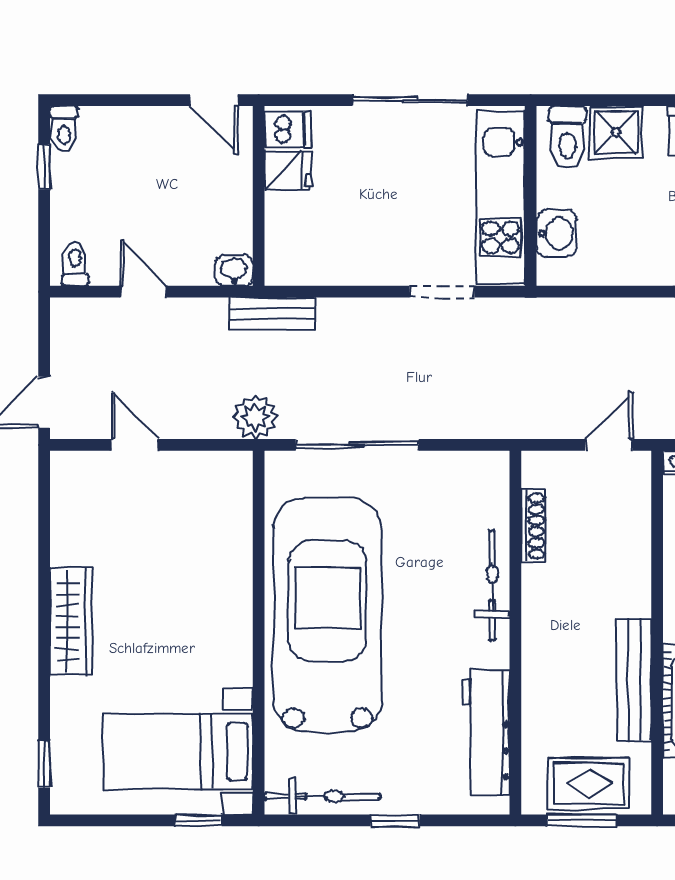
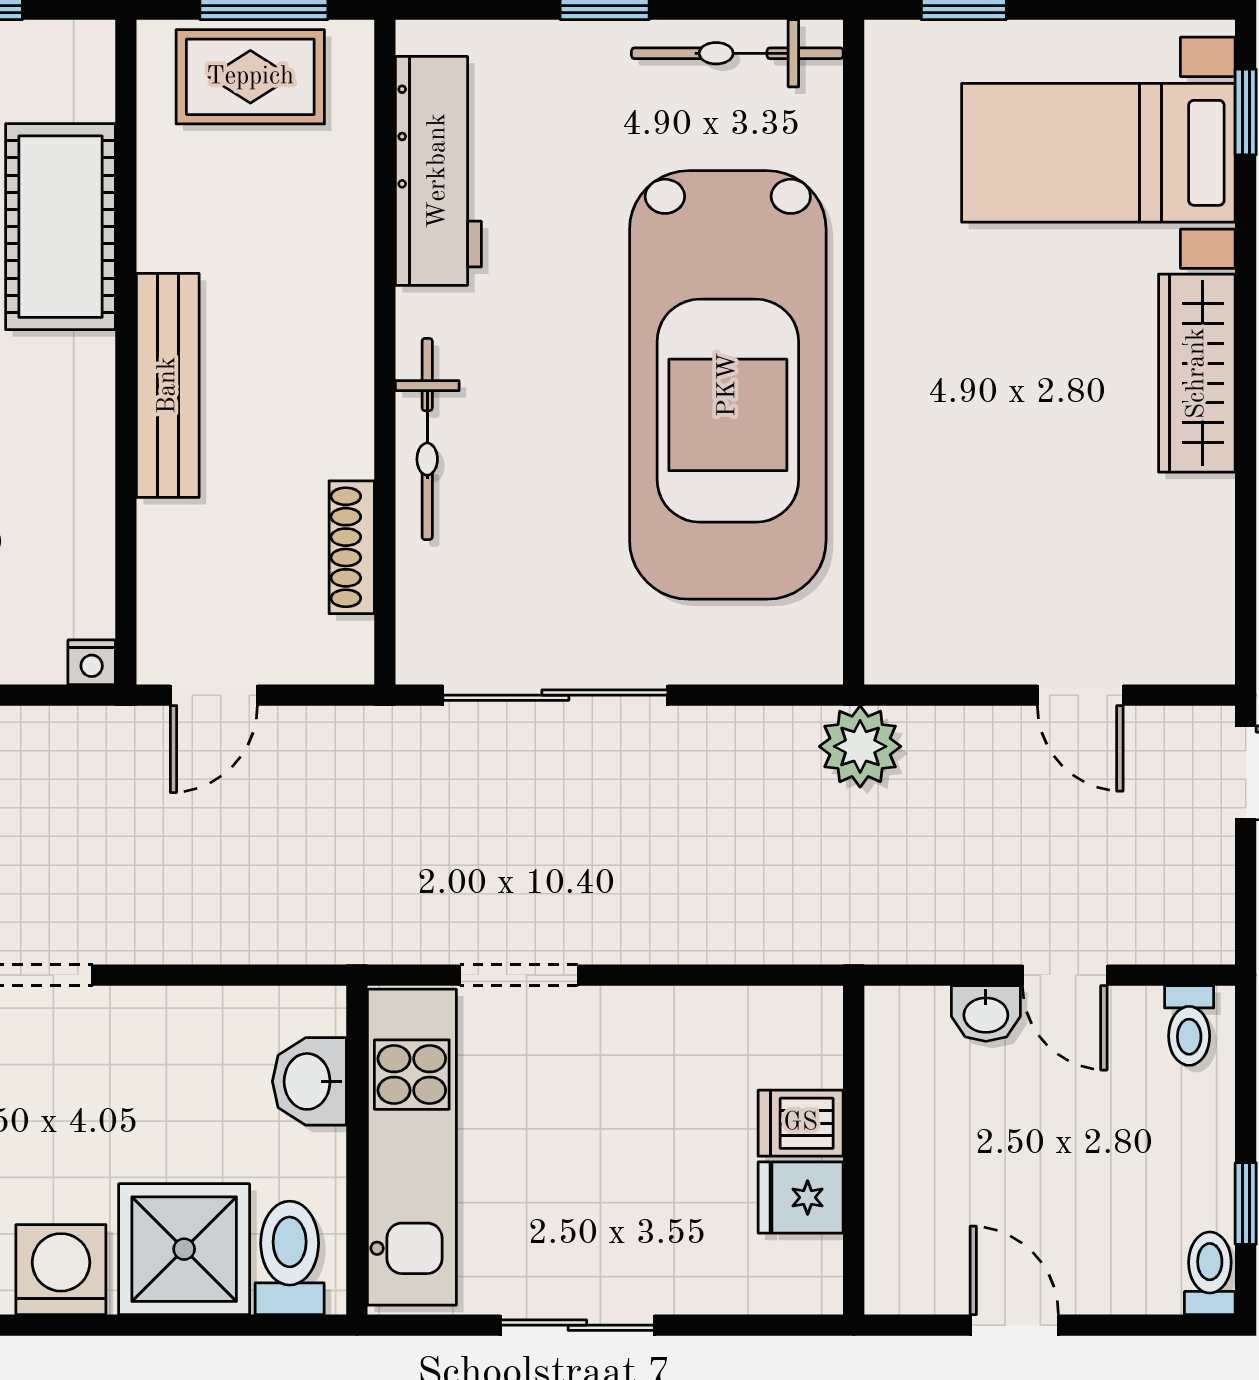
door: (214, 100) -> (1014, 1325), moved
sliding door: (410, 100) -> (577, 1325), width x0.73
dishwasher: (288, 129) -> (801, 1123), moved
shower: (616, 132) -> (184, 1249), width x1.36, depth x1.36
washbasin: (234, 271) -> (986, 1013), moved
bench: (272, 314) -> (829, 935), removed
sliding door: (357, 445) -> (555, 695), moved
bench: (634, 680) -> (168, 385), moved
bed with nightstands: (178, 751) -> (1098, 153), moved, turned 180

